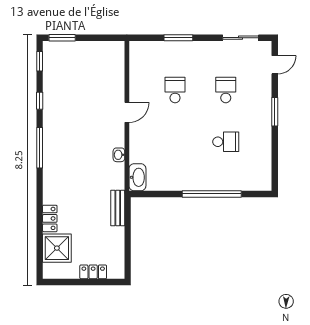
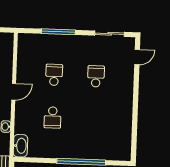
window: (178, 38) -> (58, 32), width x1.44
window: (275, 112) -> (136, 96), removed
school desk: (226, 142) -> (53, 118), moved, turned 90

